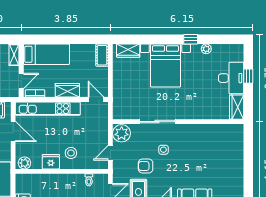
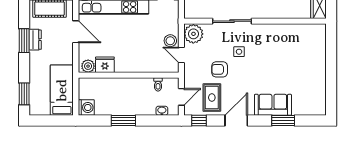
stool: (71, 153) -> (170, 41), moved
door: (110, 153) -> (181, 55), hinge flipped
fridge: (51, 162) -> (105, 65), moved

